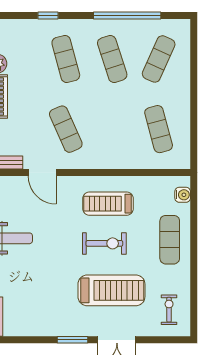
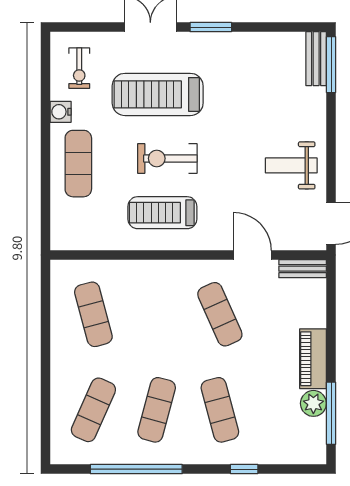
exercise mat: (112, 59) -> (157, 410), turned 33
water cooler: (183, 195) -> (61, 112), moved
treadmill: (108, 204) -> (162, 213), turned 180

